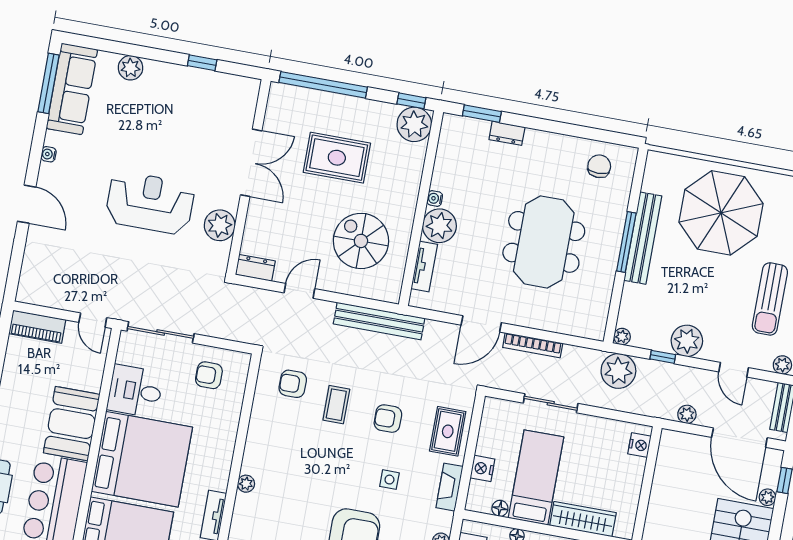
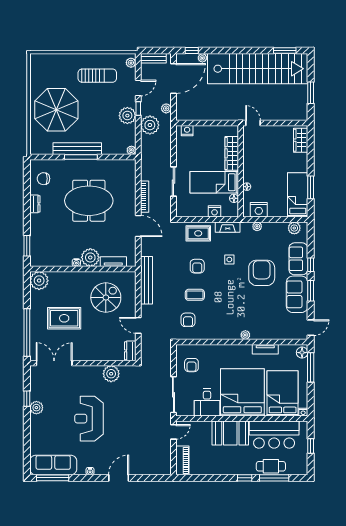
plant: (130, 68) -> (36, 408), moved
window: (411, 101) -> (27, 284), removed
dresser: (507, 133) -> (35, 204), moved
rug: (337, 158) -> (64, 318), turned 90
double door: (251, 163) -> (54, 363), moved
reception desk: (150, 203) -> (89, 419), moved
spiral stairs: (361, 241) -> (106, 298), turned 180
window: (663, 357) -> (138, 108), moved
plant: (618, 371) -> (150, 125), moved

